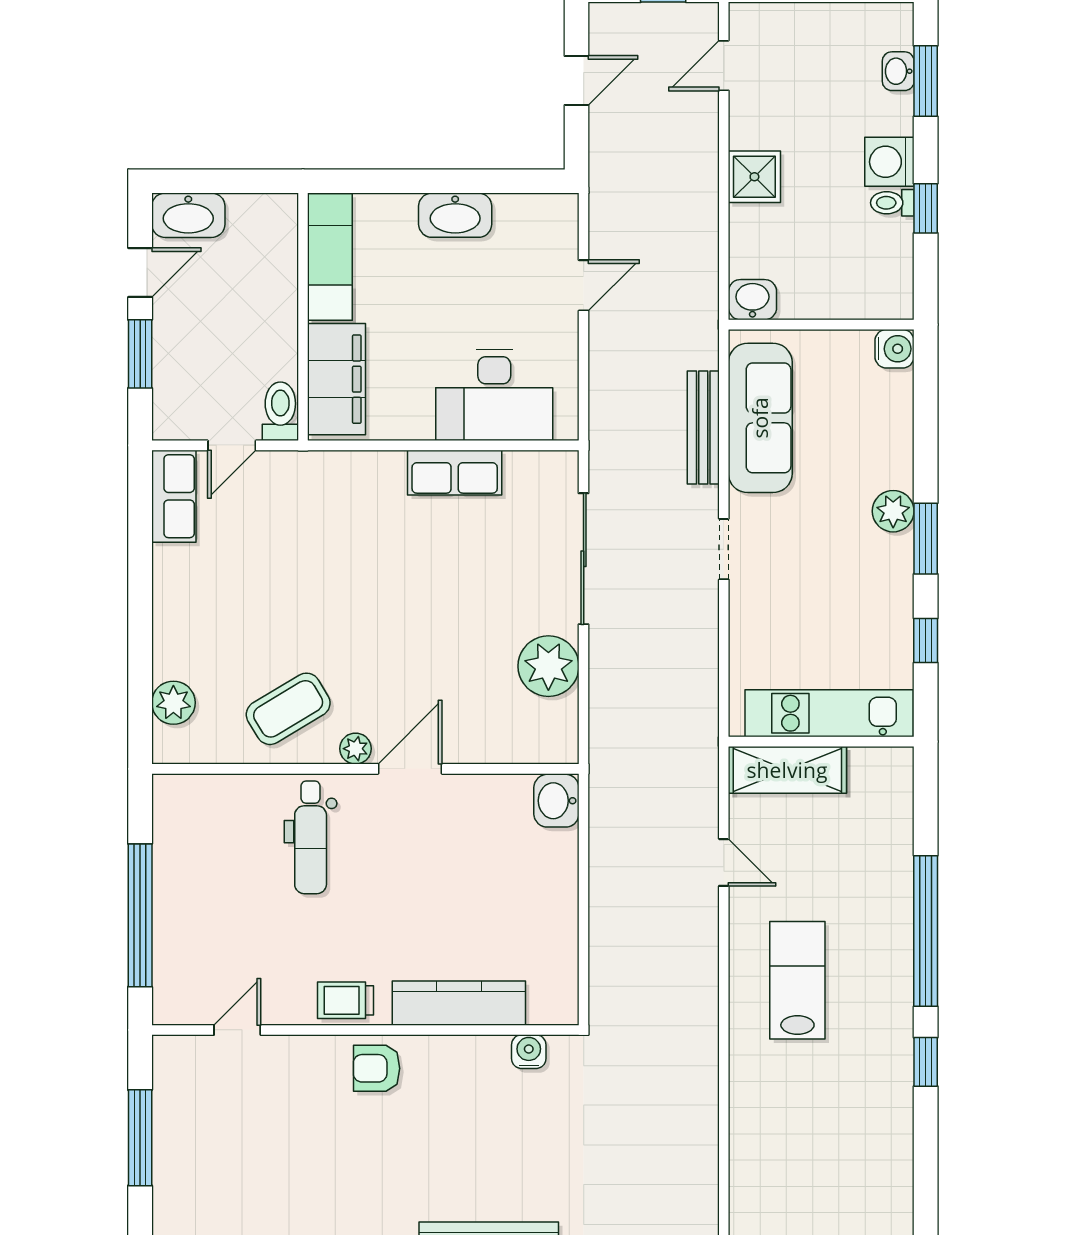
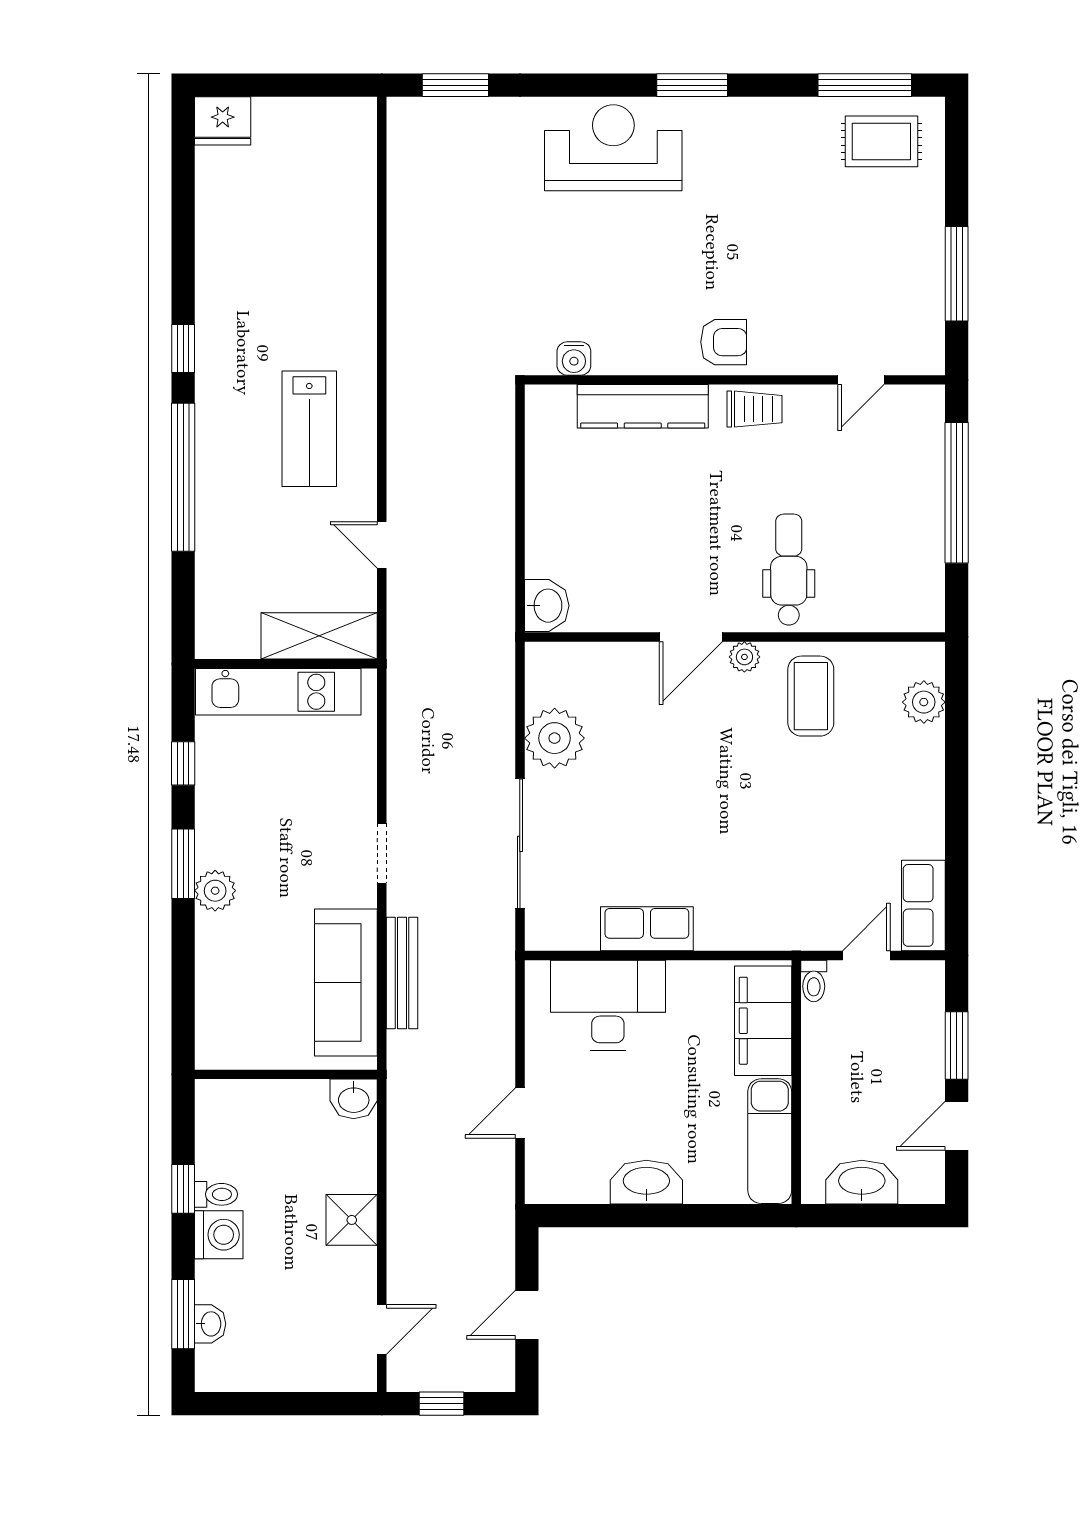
washbasin: (188, 215) -> (862, 1182), moved
water cooler: (895, 349) -> (214, 1051), removed
toilet: (280, 411) -> (814, 981), width x0.73, depth x0.72
coffee table: (288, 709) -> (811, 696), turned -59

